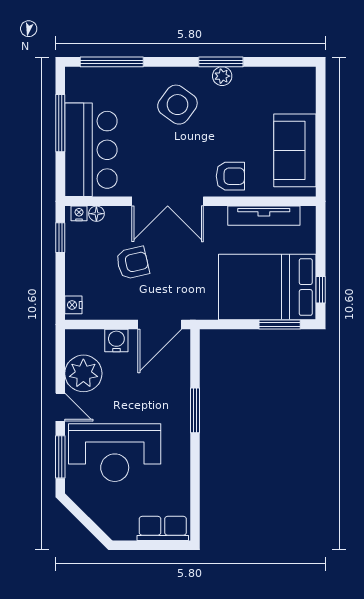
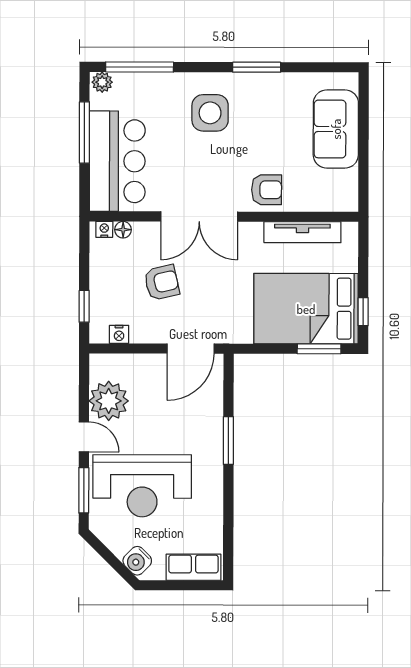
plant: (222, 76) -> (102, 82), moved
side table: (177, 105) -> (210, 113), turned -36
sofa: (295, 150) -> (336, 129), moved
window: (60, 238) -> (84, 306), moved
nightstand: (73, 305) -> (119, 334), moved, turned -90
water cooler: (116, 341) -> (137, 561), moved, turned -135

